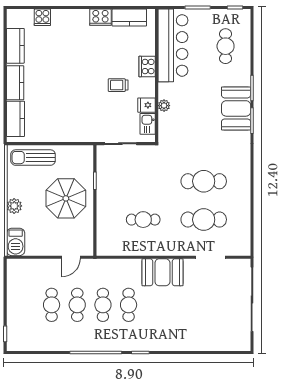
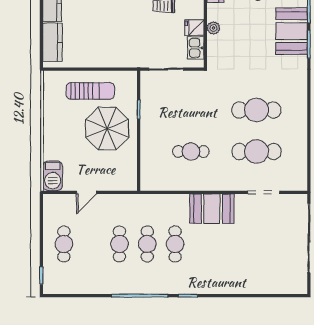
sun lounger: (33, 158) -> (90, 91), moved, turned 180
plant: (14, 206) -> (51, 137), removed
door: (71, 257) -> (86, 192), moved
cafe table: (52, 305) -> (64, 244), moved

